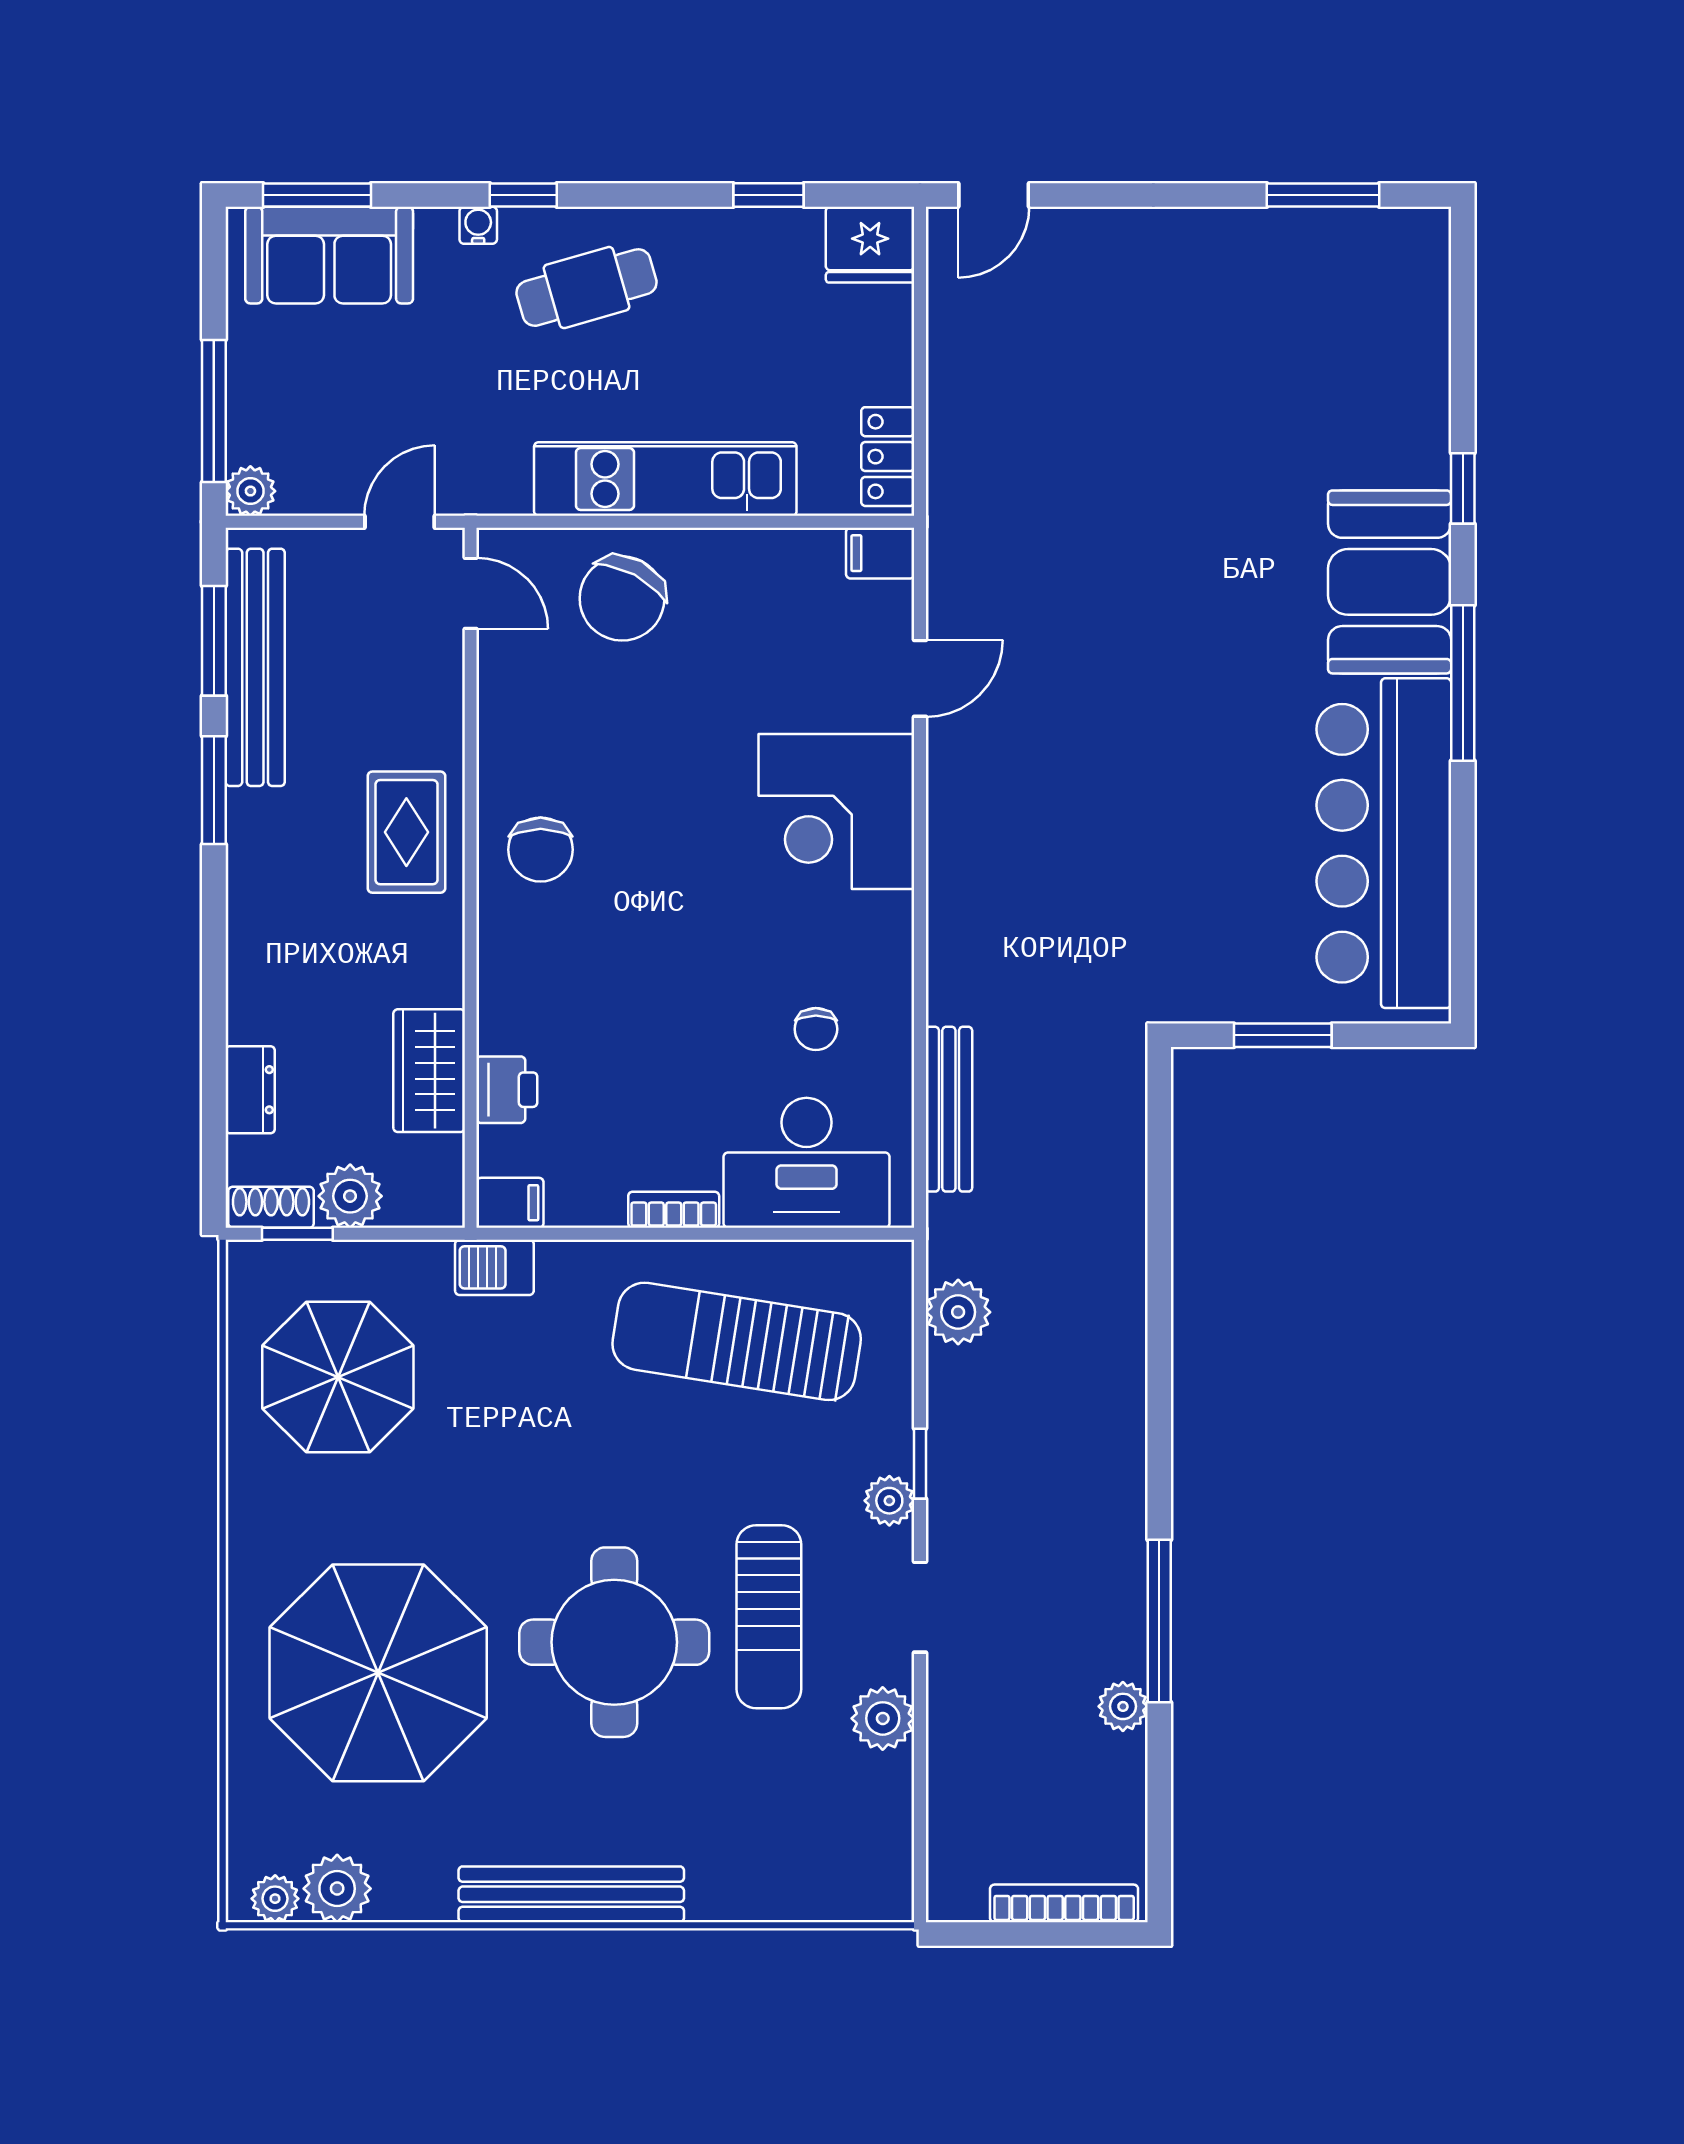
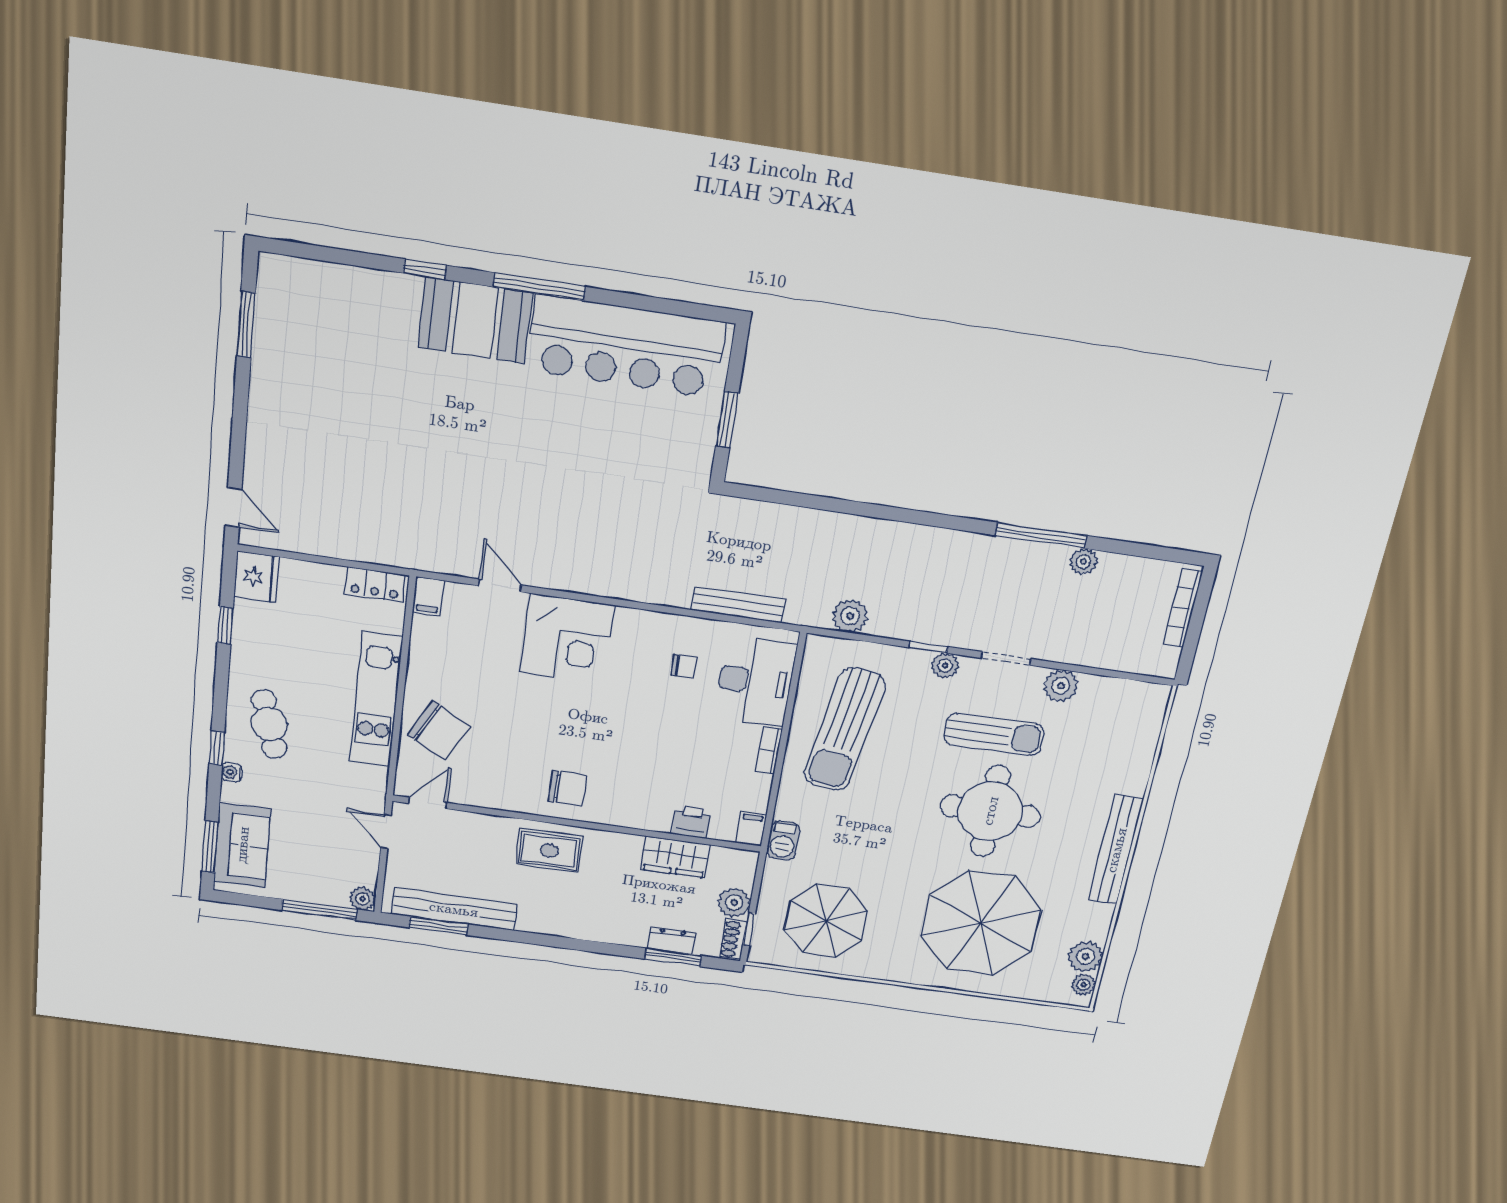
window: (214, 790) -> (673, 957), moved

